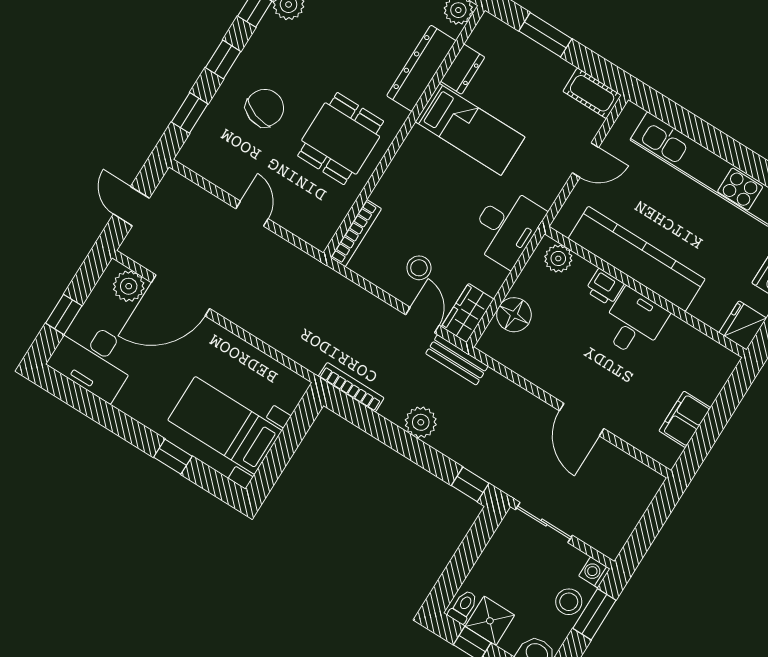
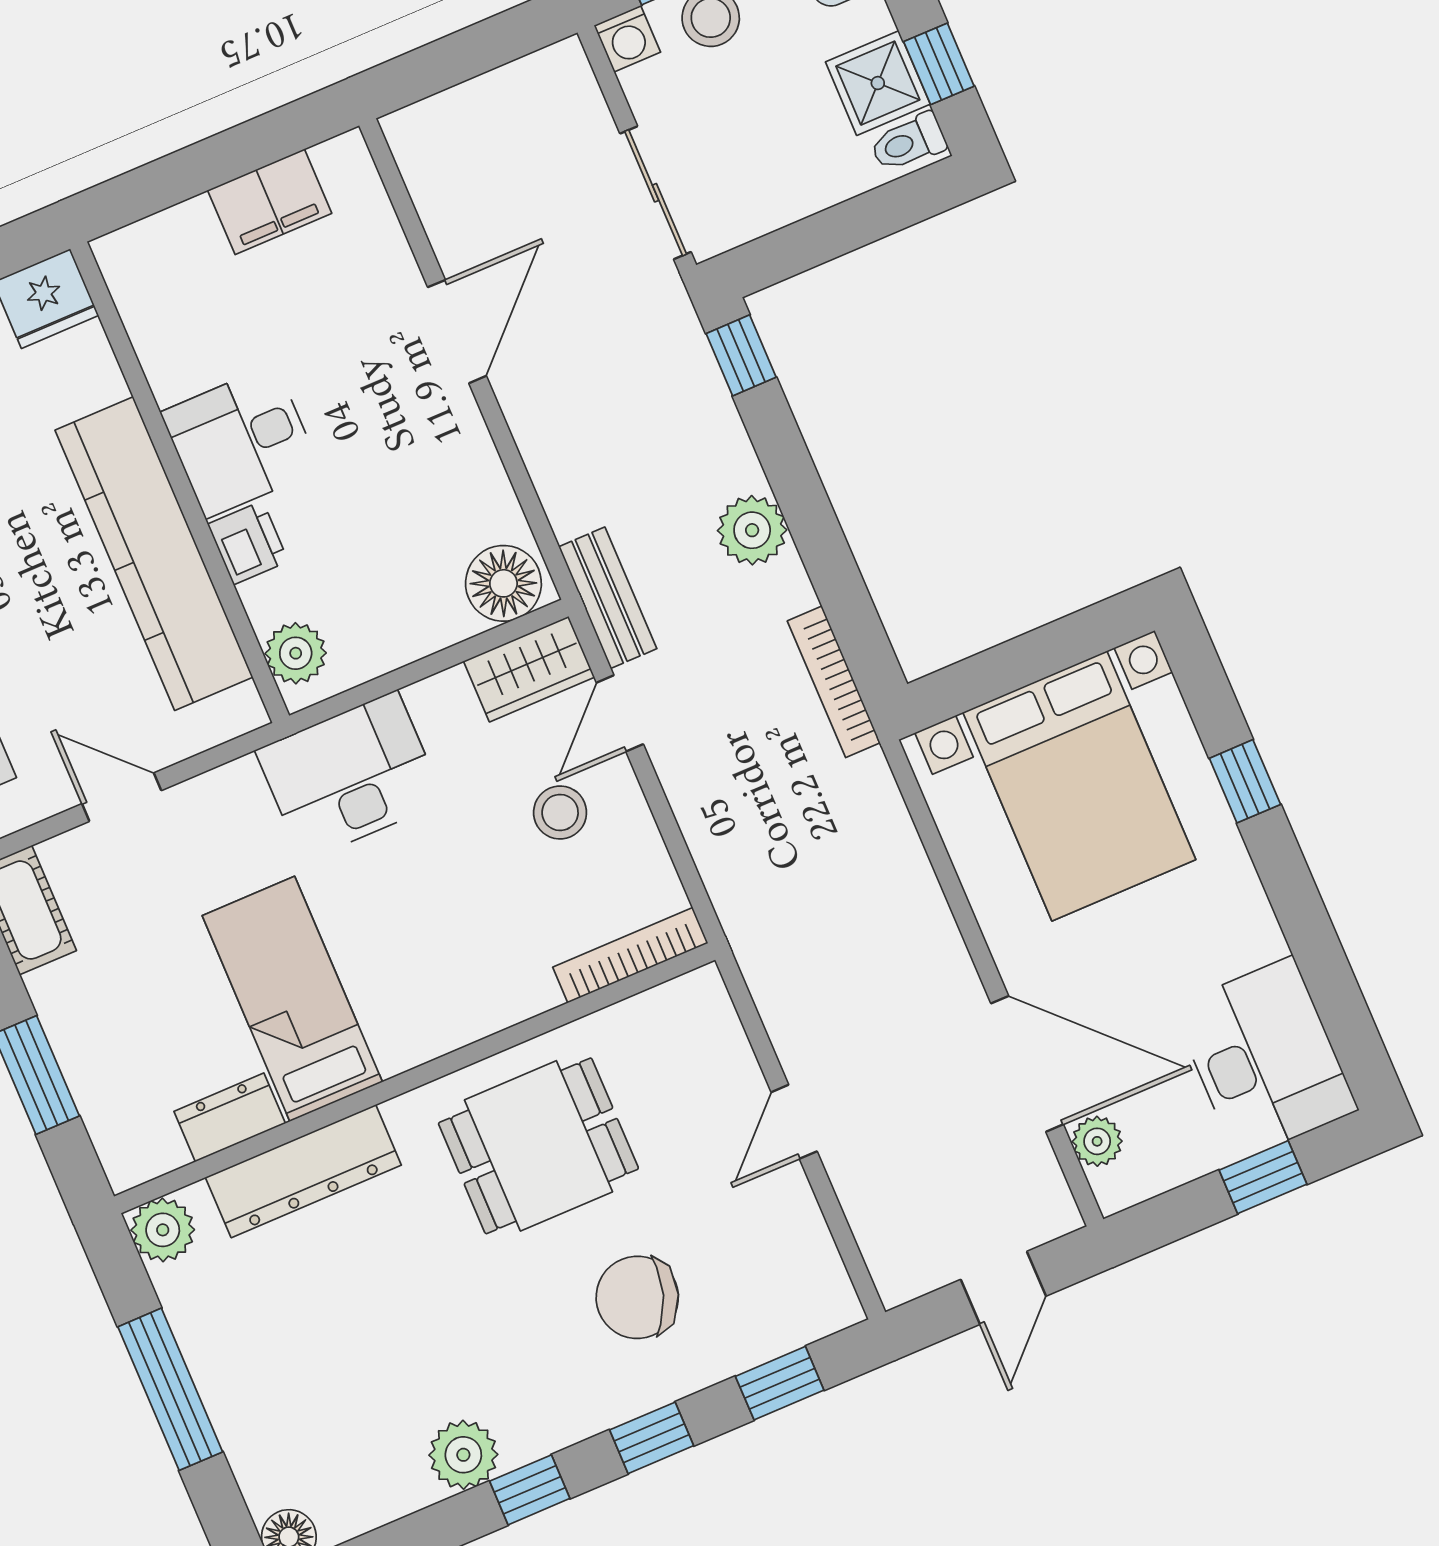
plant: (129, 286) -> (1097, 1141), width x0.73, depth x0.73
floor lamp: (514, 315) -> (503, 583), moved
bed with nightstands: (225, 425) -> (1079, 786), width x1.36

